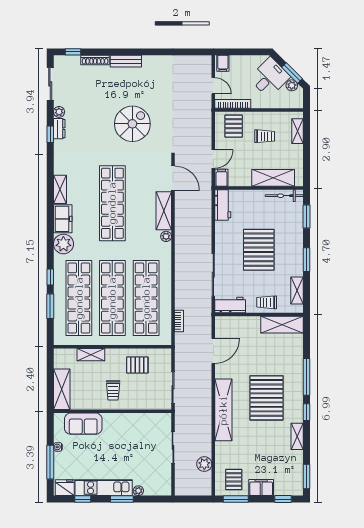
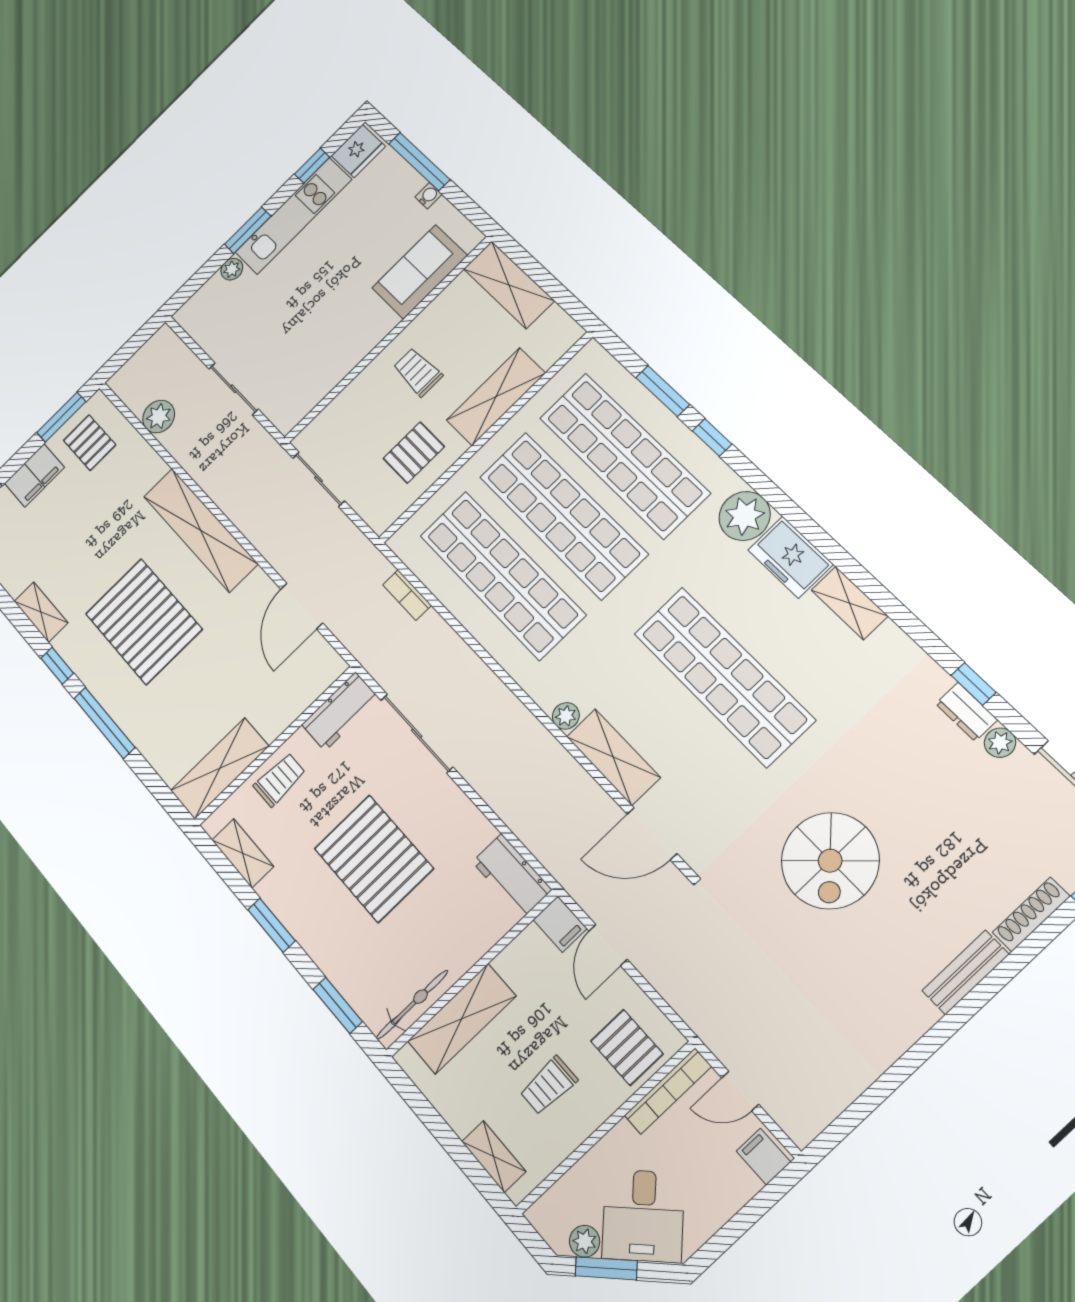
shelving: (91, 355) -> (496, 397), width x1.50, depth x1.33

